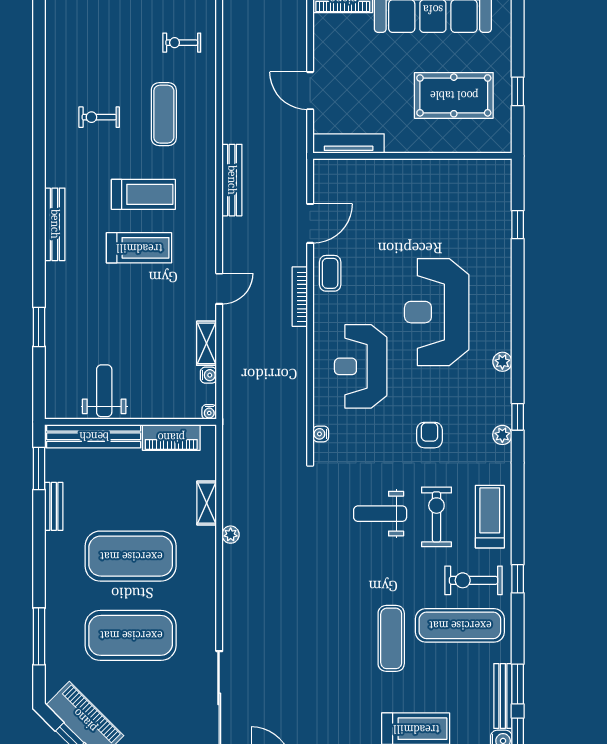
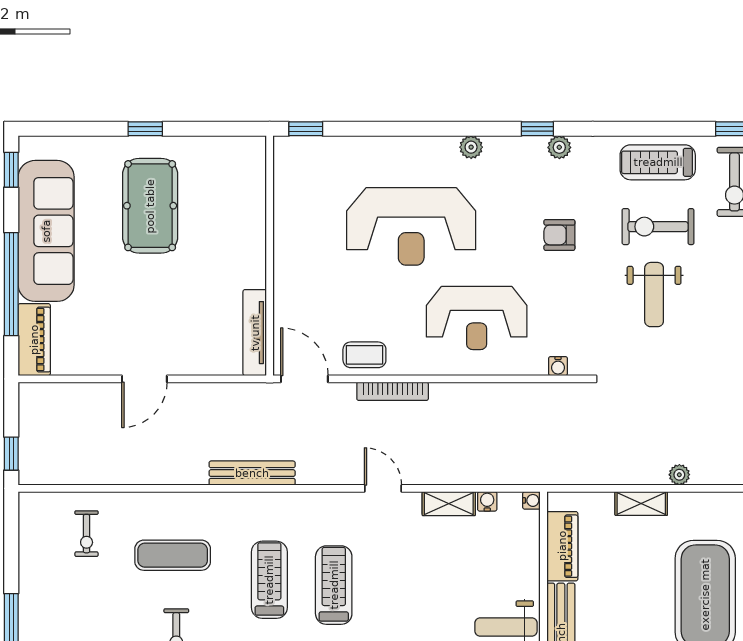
tv unit: (349, 144) -> (255, 333), moved
wall: (412, 156) -> (270, 256), moved

